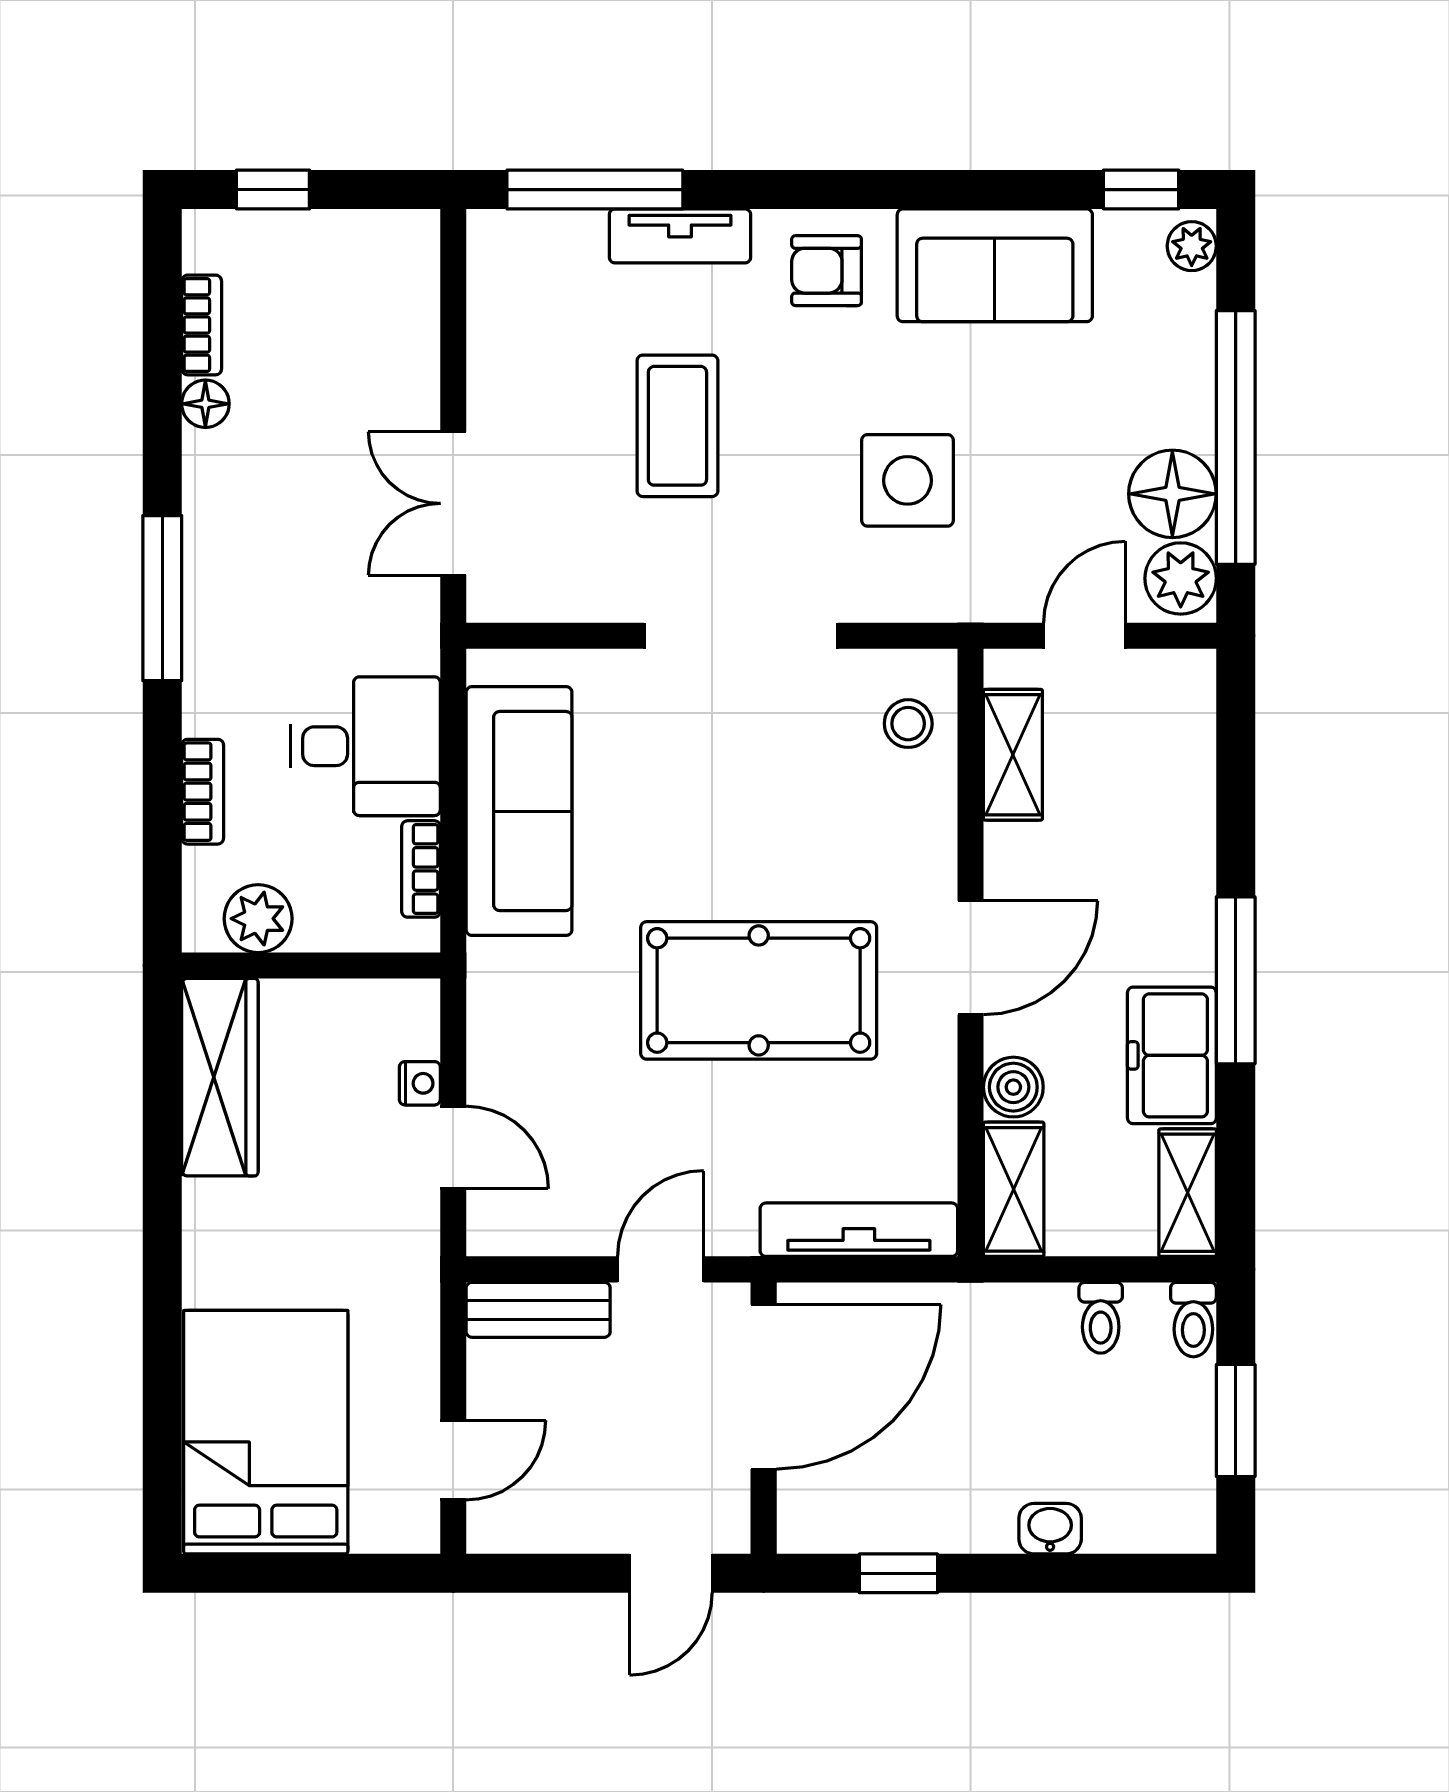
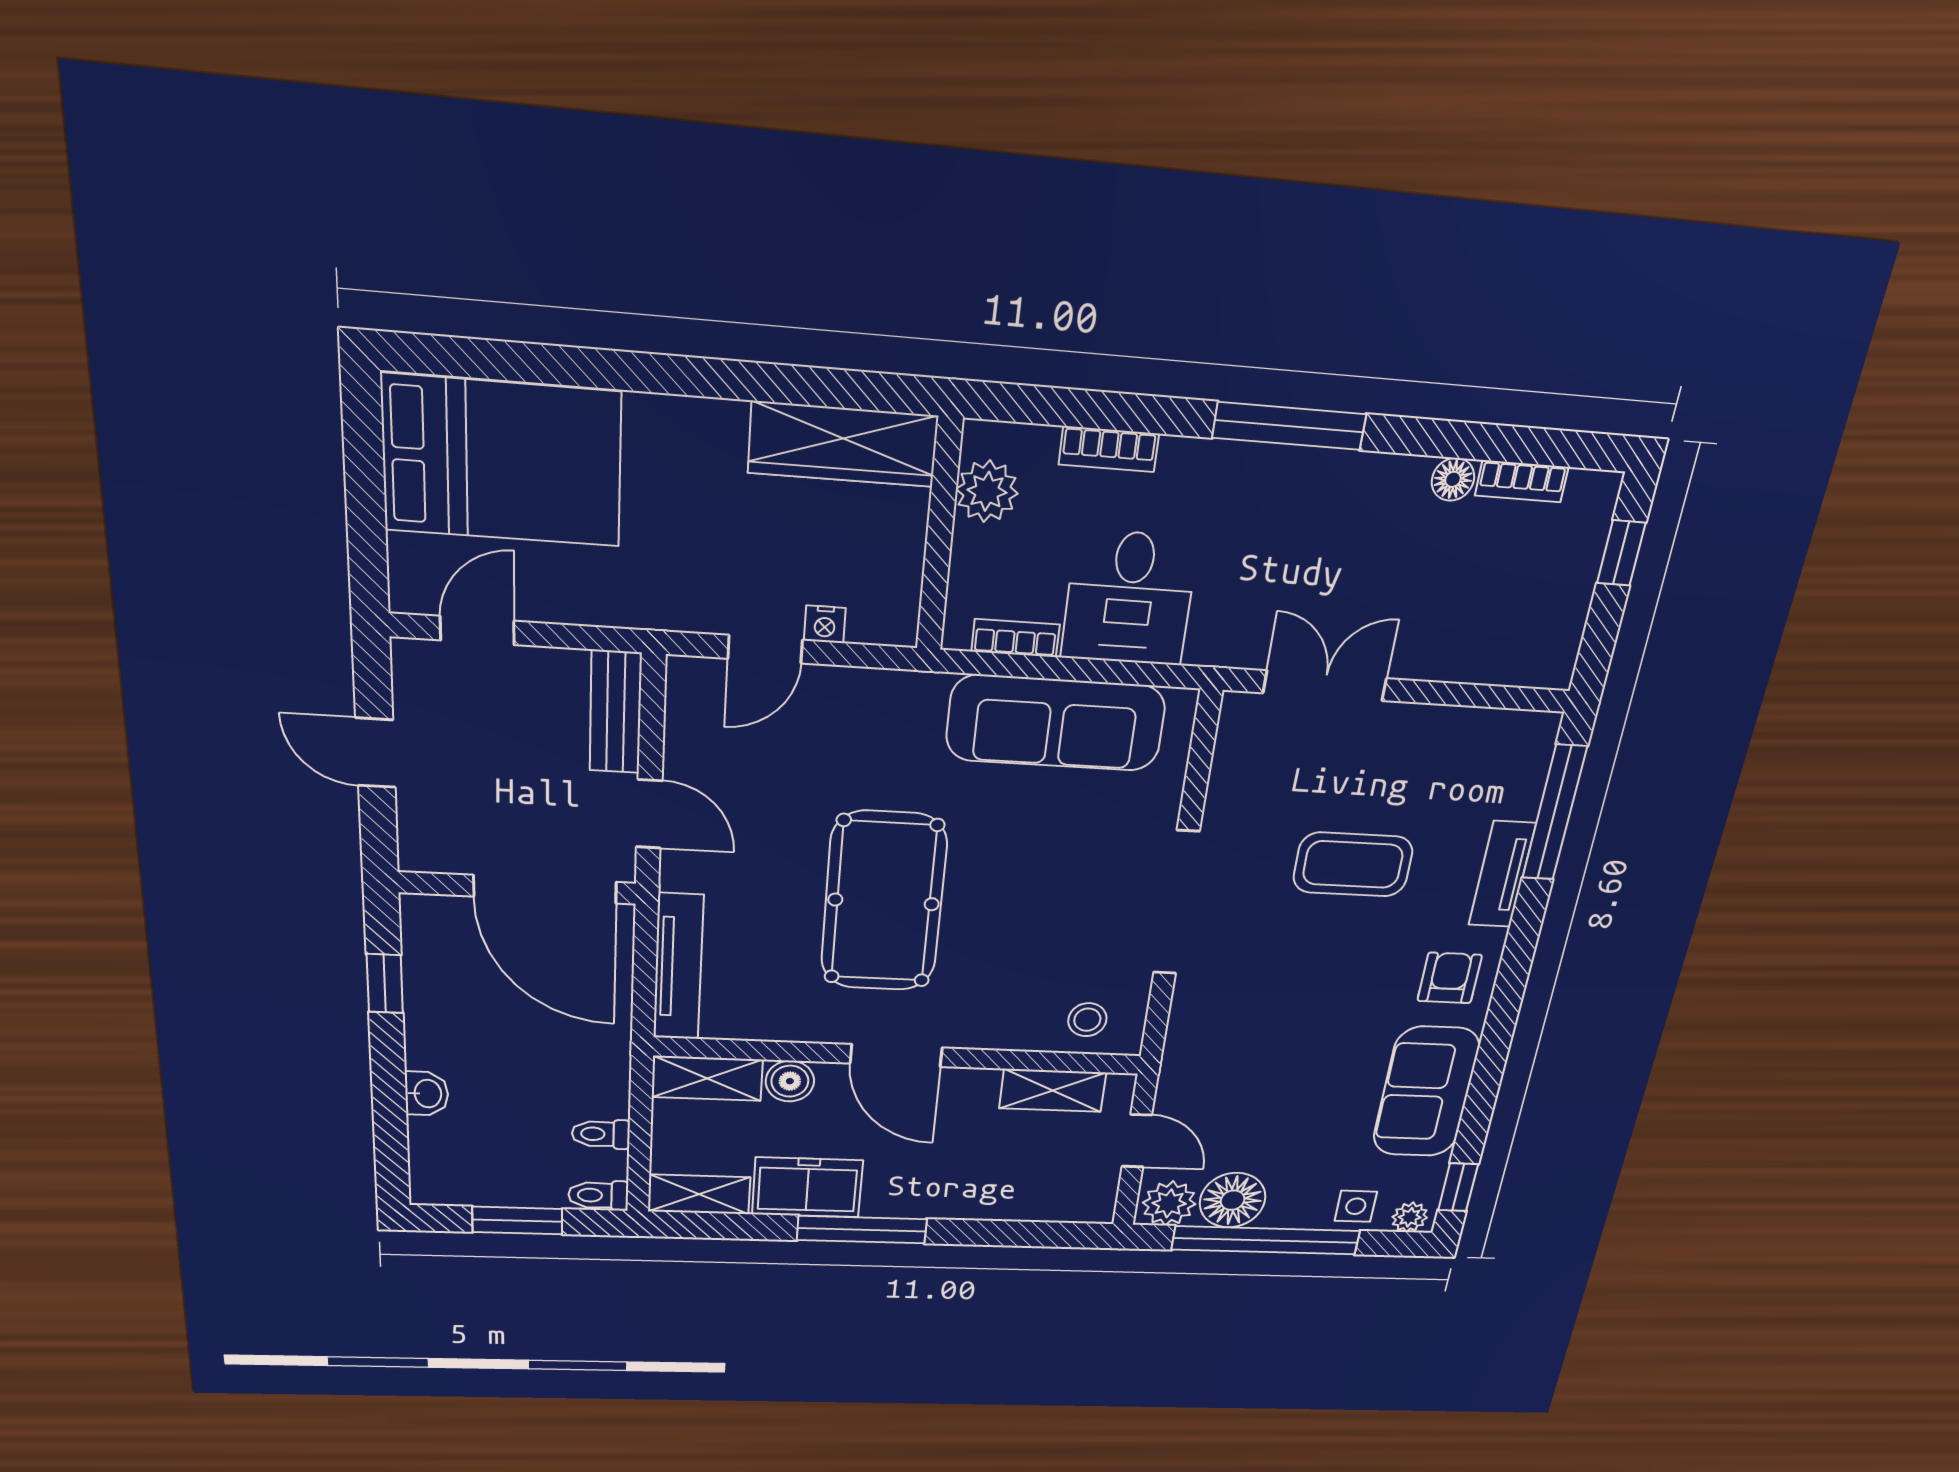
side table: (908, 480) -> (1356, 1206), moved, width x0.54, depth x0.54
door: (453, 1460) -> (477, 631), swing flipped
door: (671, 1573) -> (376, 753), moved

